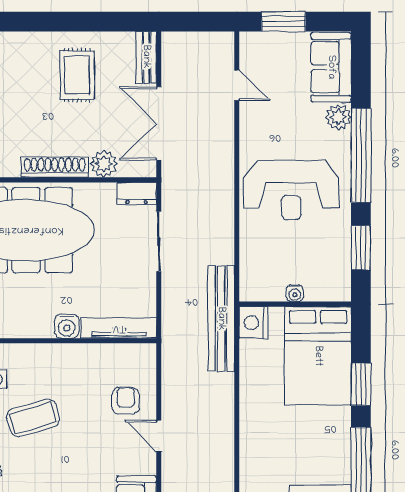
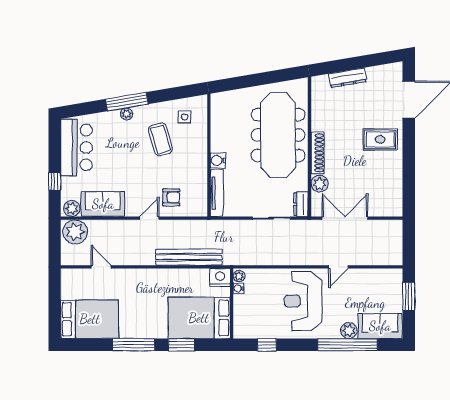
bench: (146, 57) -> (386, 210), removed
rug: (77, 75) -> (380, 139), moved
door: (237, 85) -> (338, 267), moved
window: (361, 155) -> (347, 345), moved
window: (361, 248) -> (267, 345), width x0.67
plant: (251, 292) -> (239, 276), added
water cooler: (295, 293) -> (238, 288), moved
bench: (221, 319) -> (189, 257), moved

